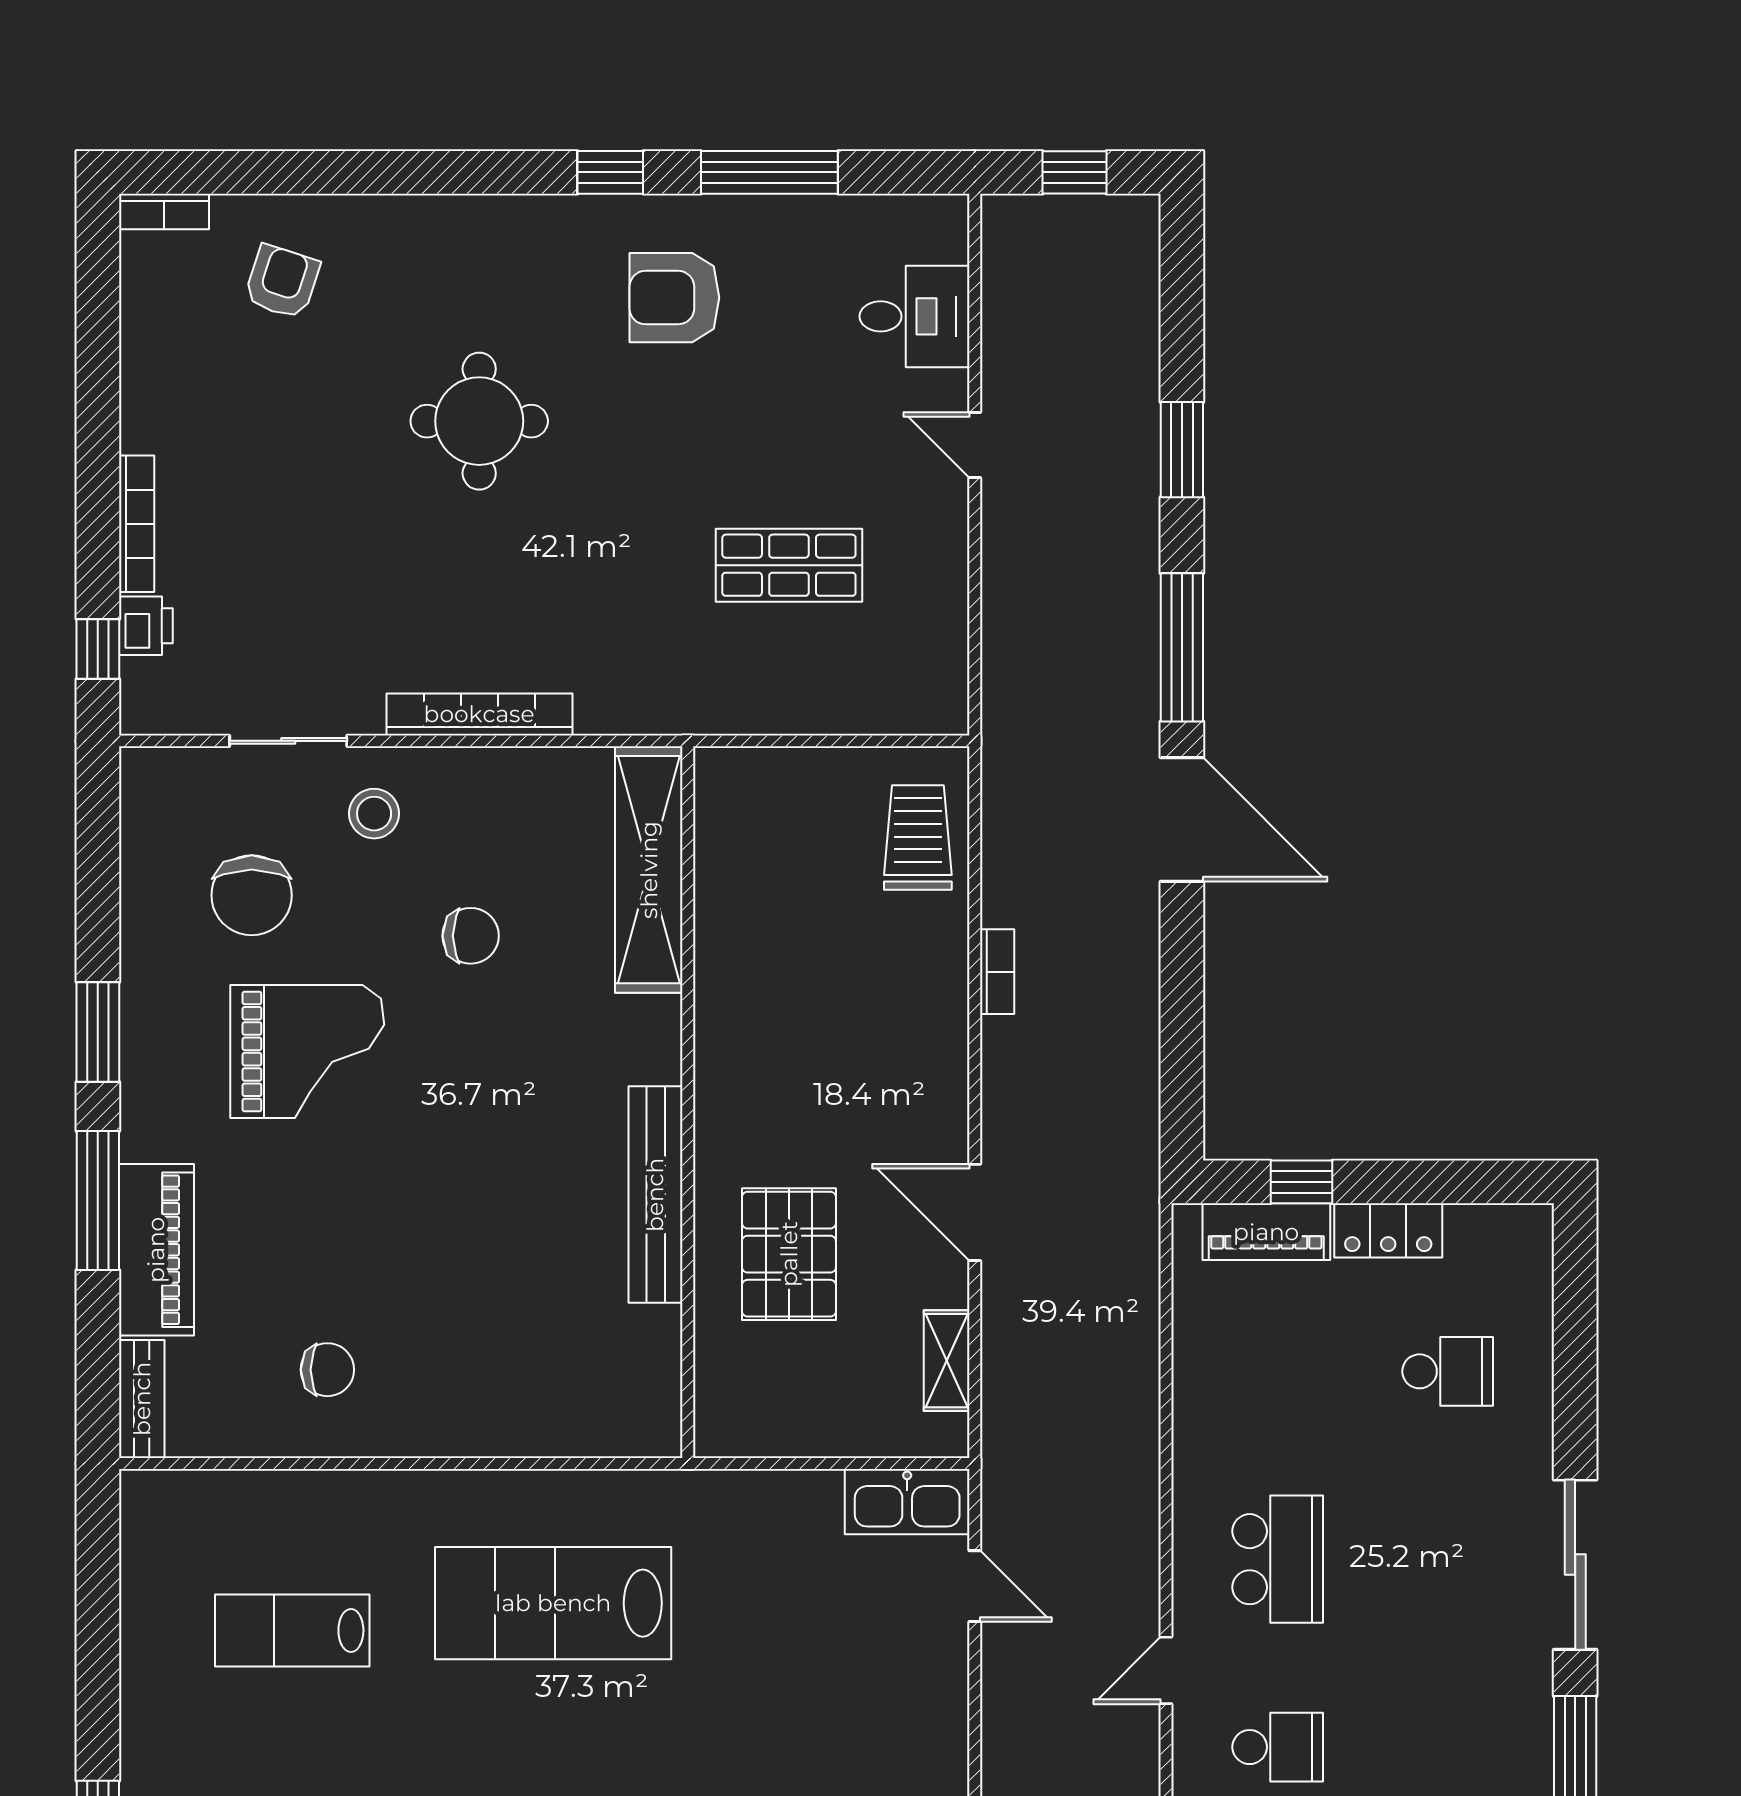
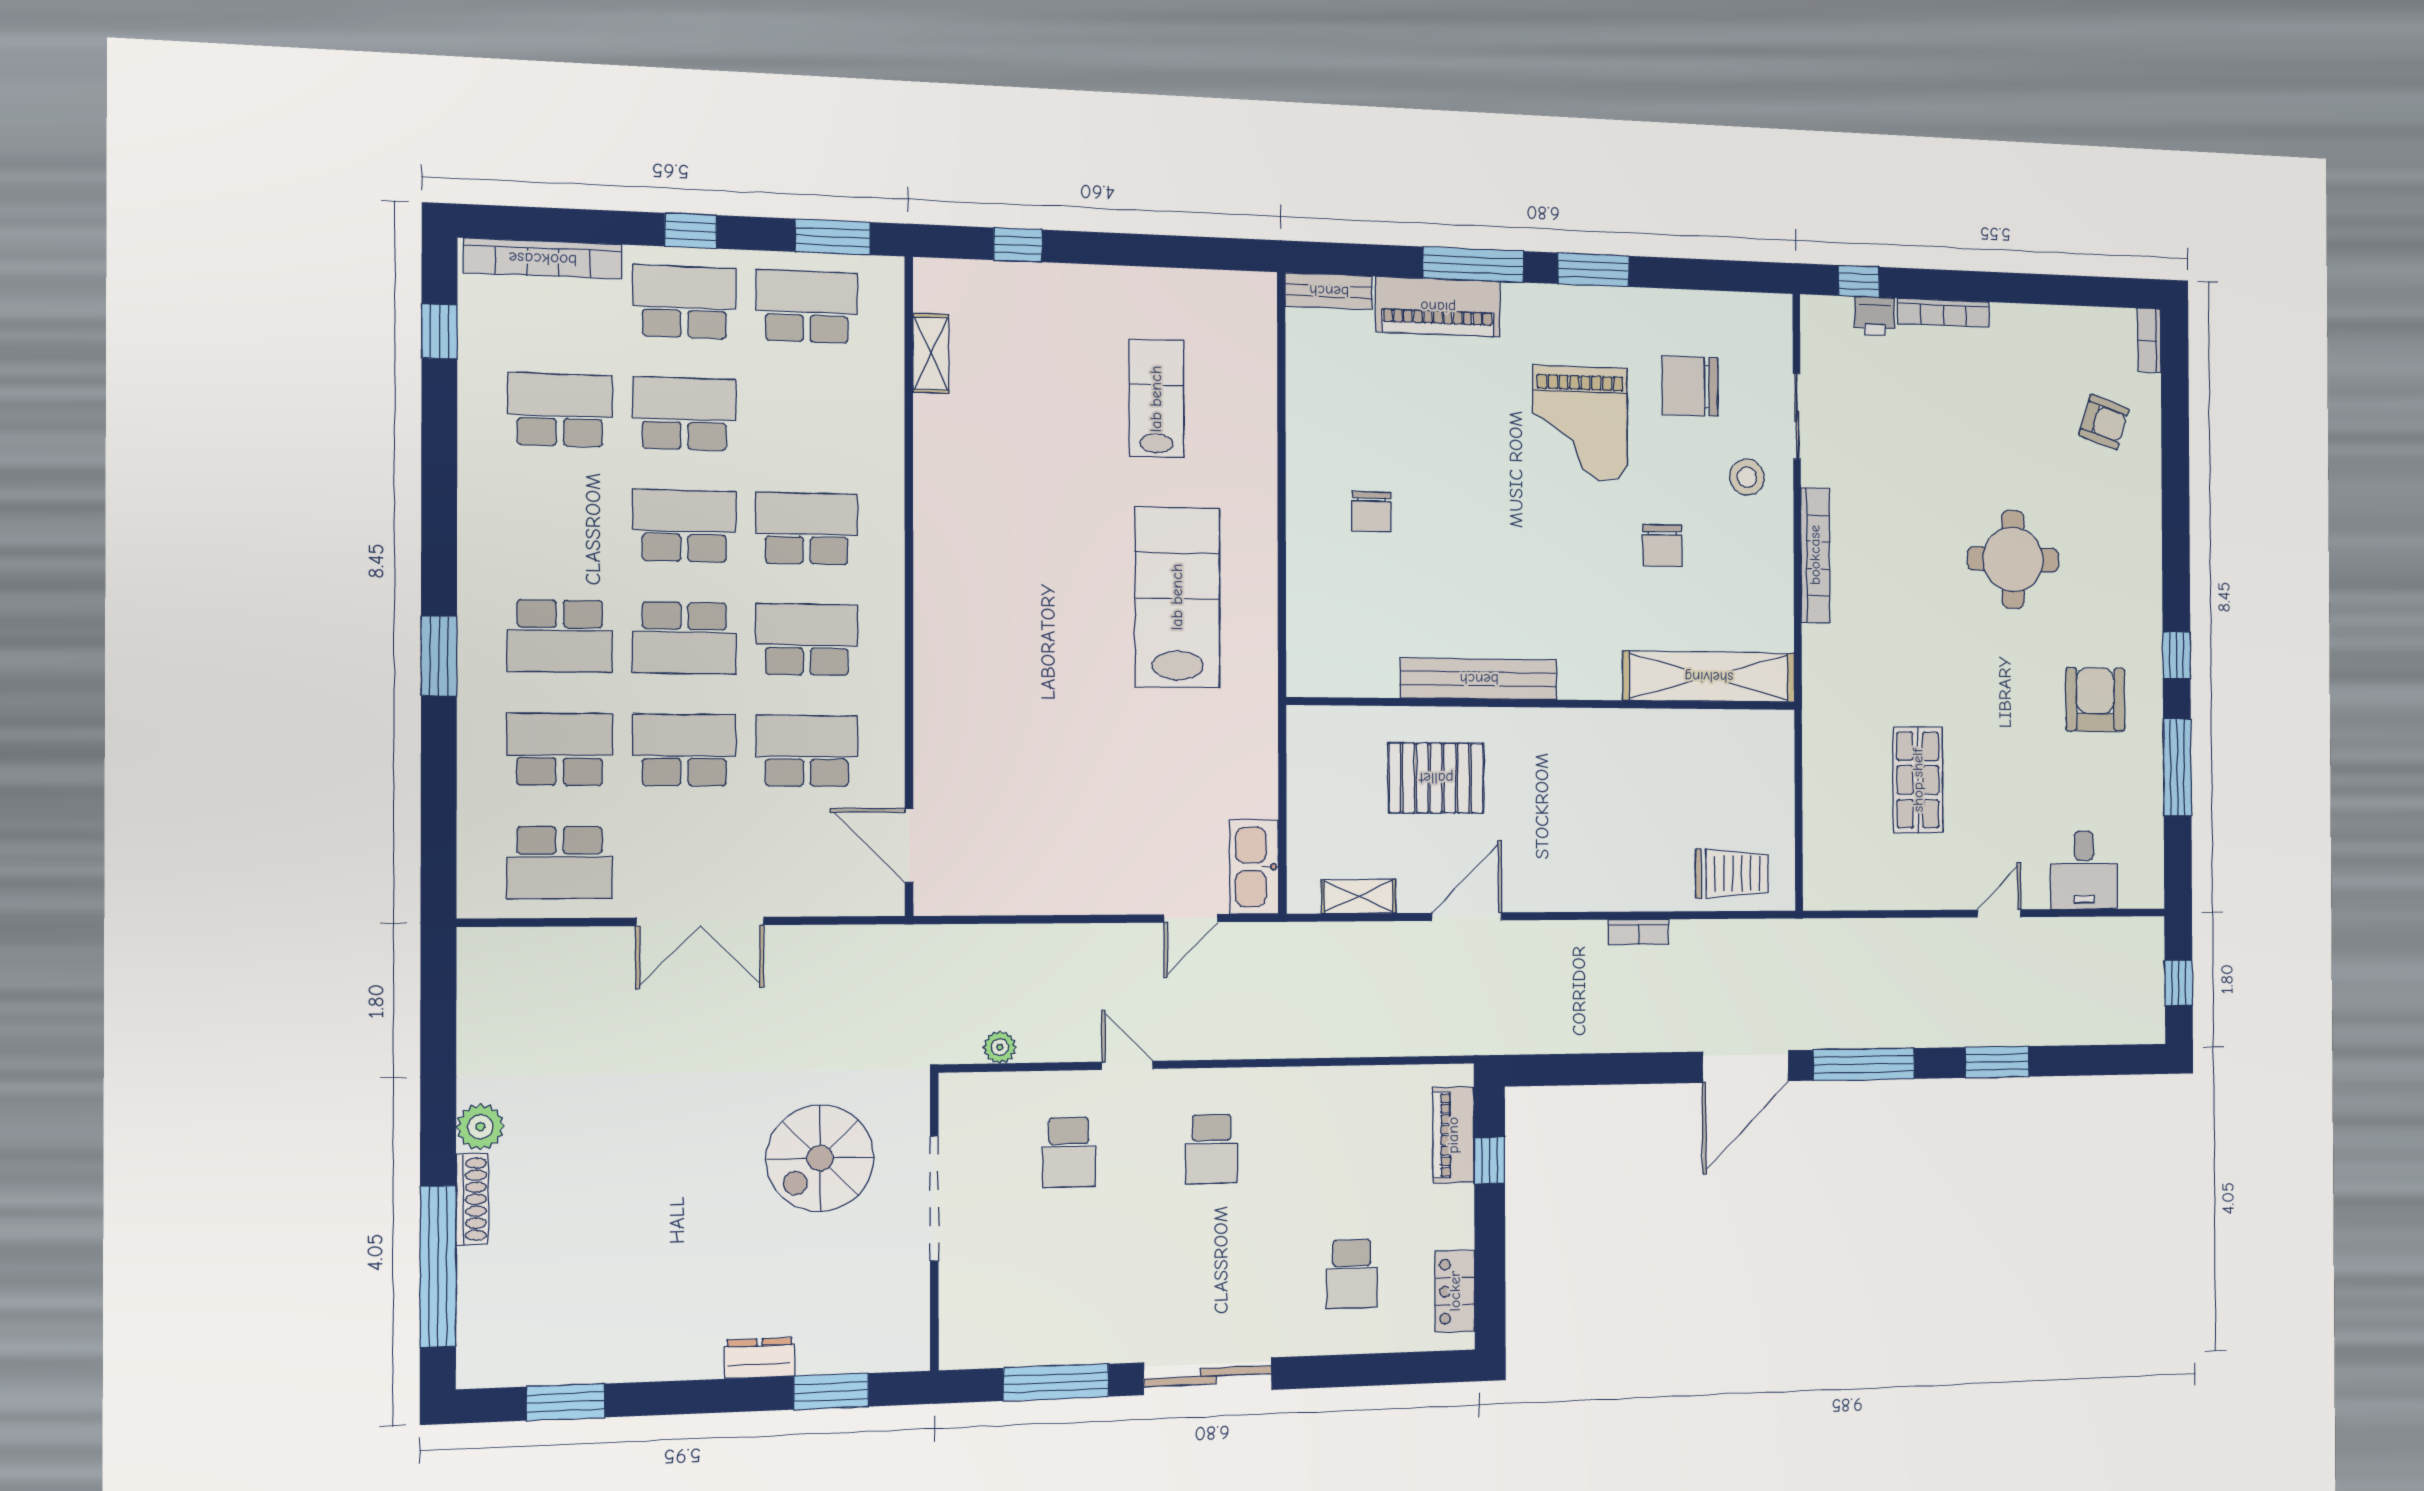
locker: (1388, 1230) -> (1455, 1291), moved
chair: (327, 1370) -> (1371, 512), moved
school desk: (1278, 1559) -> (1212, 1149), width x0.54

